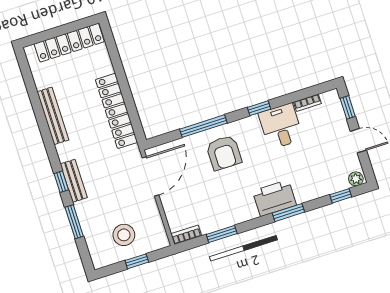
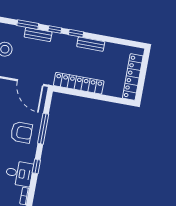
bench: (53, 116) -> (91, 44), width x0.73
window: (51, 151) -> (76, 33), added
armchair: (224, 153) -> (21, 132), turned 180
bench: (74, 181) -> (38, 35), moved

